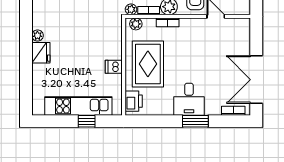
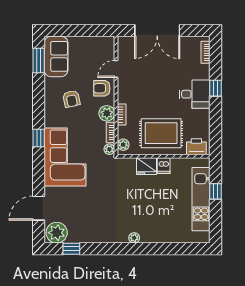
fridge: (41, 53) -> (146, 166), moved, turned 180
double door: (256, 80) -> (157, 30), moved
window: (195, 121) -> (216, 88), width x0.67

